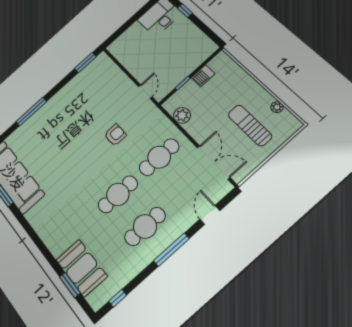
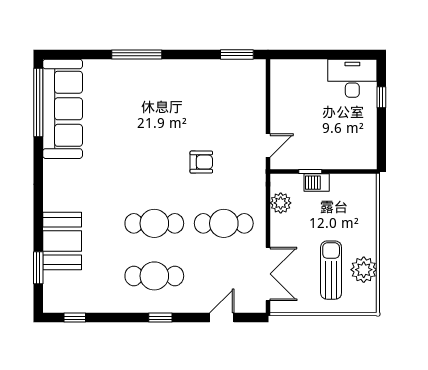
barbecue: (203, 76) -> (317, 183), moved
plant: (277, 107) -> (364, 270), width x1.88, depth x1.88
window: (171, 250) -> (160, 318), width x0.46
booth: (82, 268) -> (62, 241), moved

